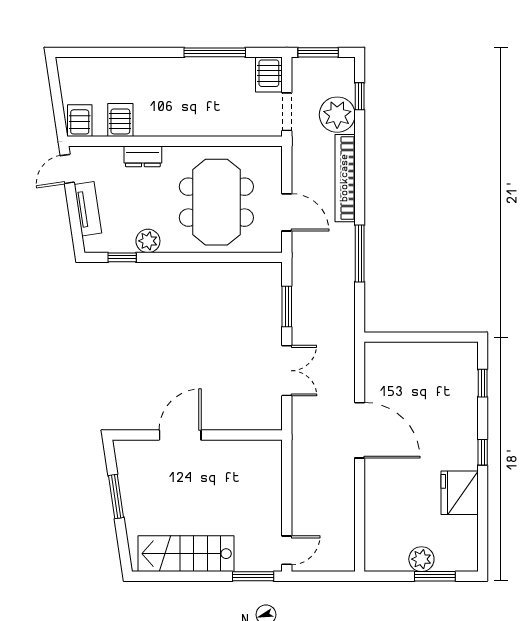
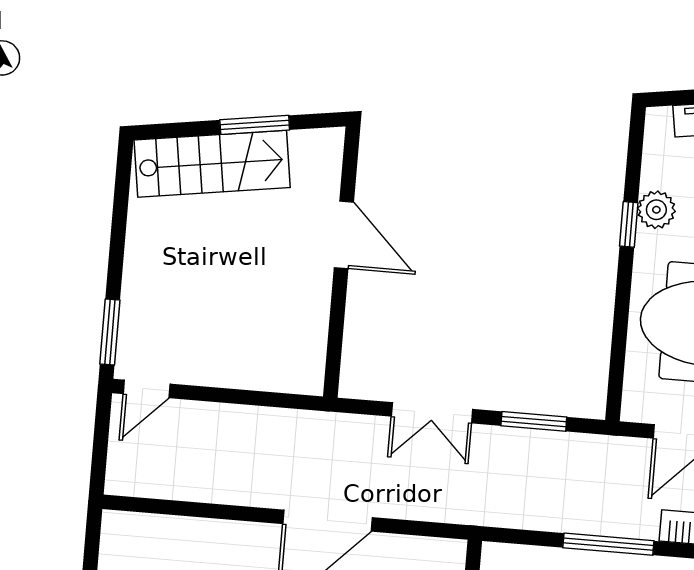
window: (122, 257) -> (629, 224), moved
door: (287, 550) -> (147, 389), hinge flipped
stairs: (186, 554) -> (212, 164), moved, turned 82

